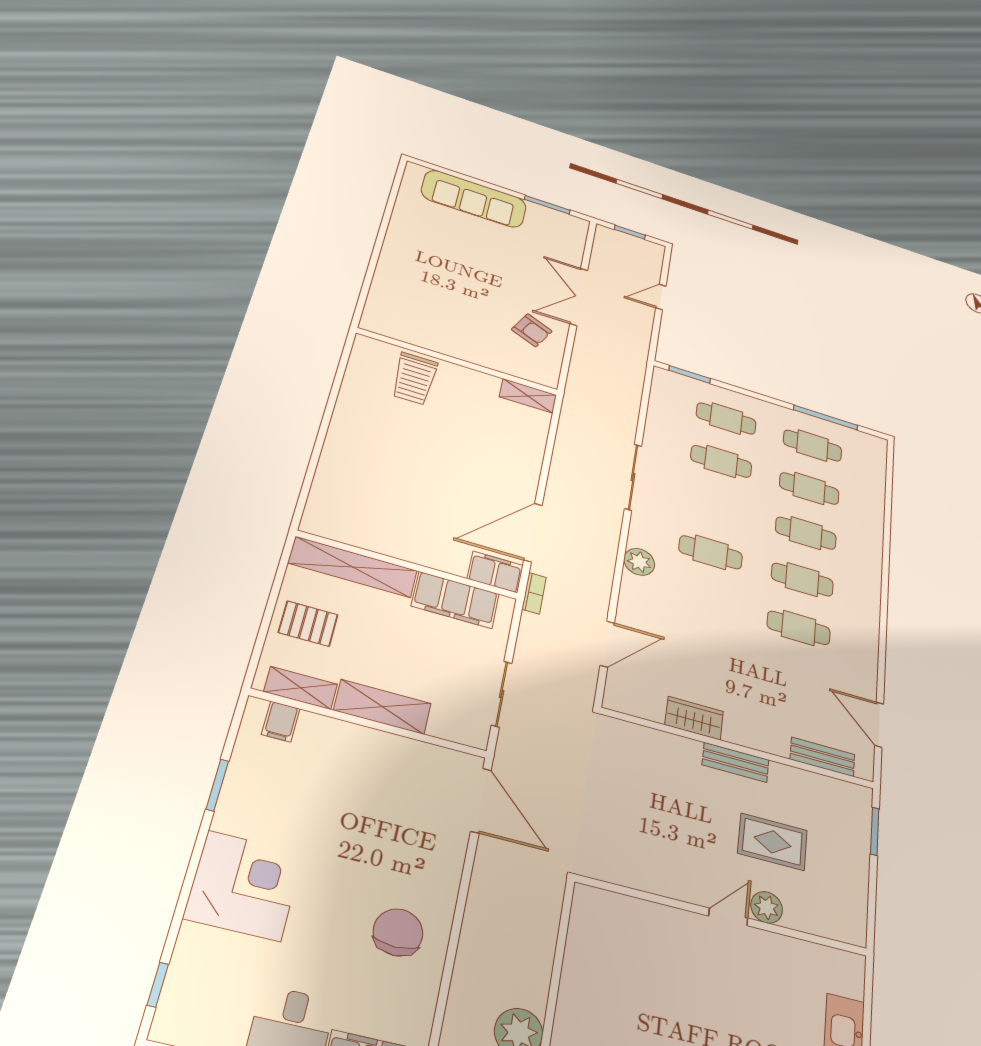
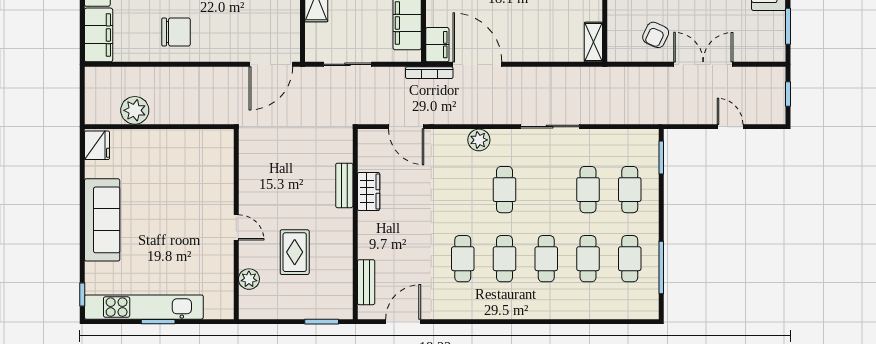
bookcase: (534, 593) -> (429, 73), width x1.56
bench: (736, 762) -> (344, 185), moved
plant: (767, 907) -> (249, 279), moved

